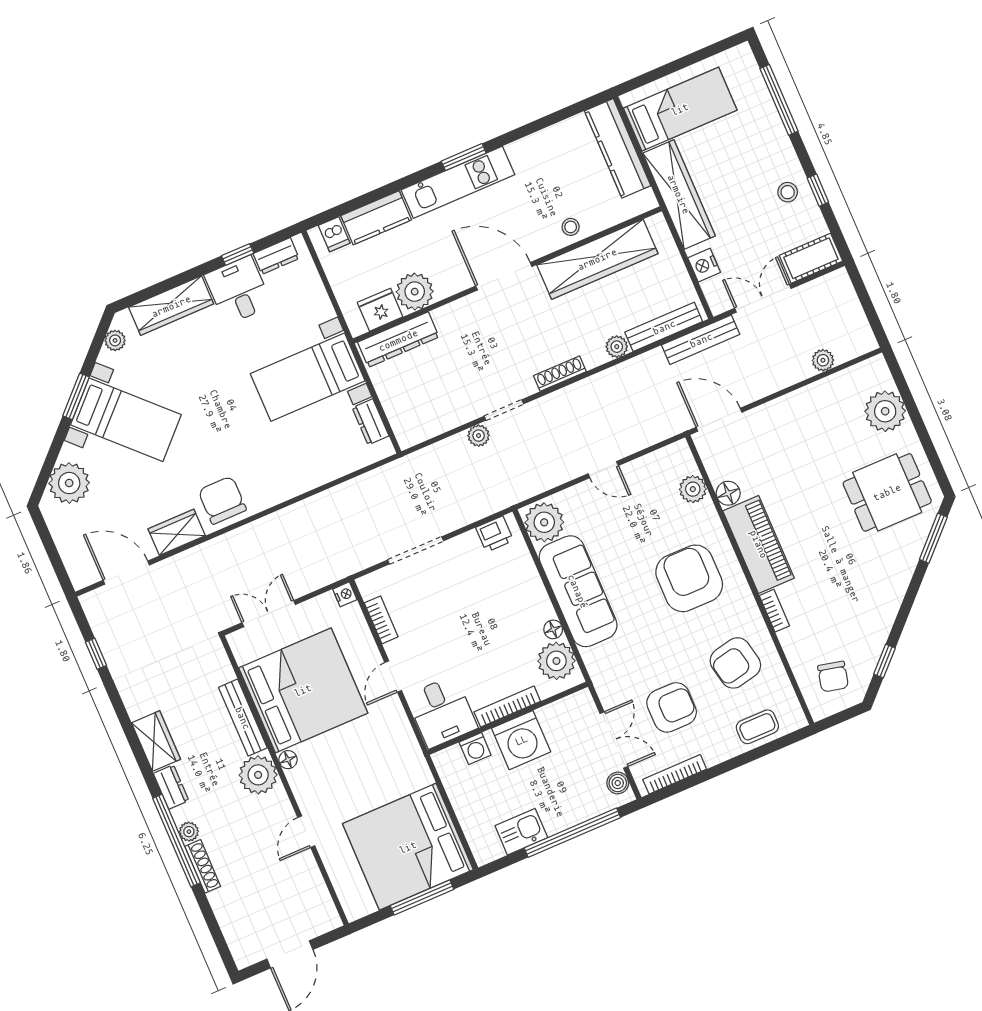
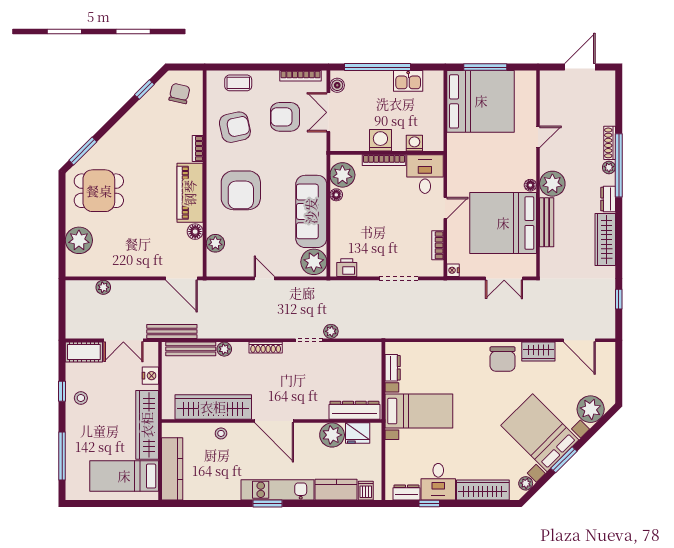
bed with nightstands: (126, 420) -> (540, 433), width x1.36
washing machine: (521, 740) -> (380, 140), width x0.73, depth x0.73
wardrobe: (156, 741) -> (605, 239), width x1.50

